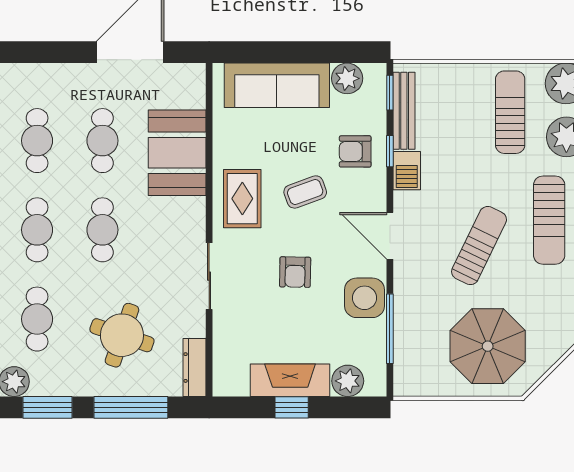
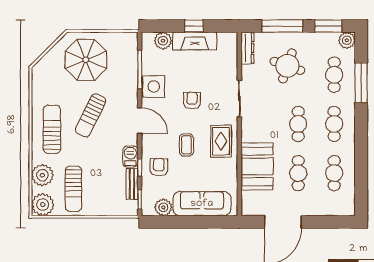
bench: (404, 111) -> (132, 184), width x0.73
armchair: (355, 151) -> (159, 167), turned -90
coffee table: (305, 192) -> (186, 145), turned -70

